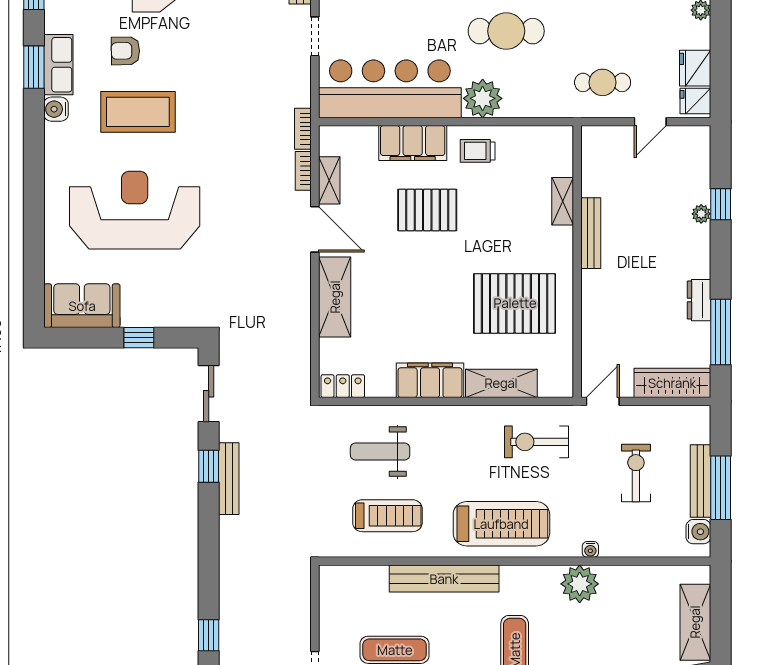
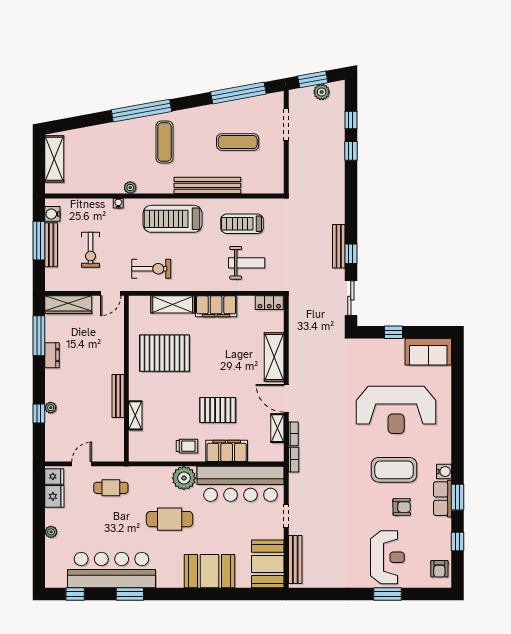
plant: (580, 584) -> (130, 188), width x0.53, depth x0.53

